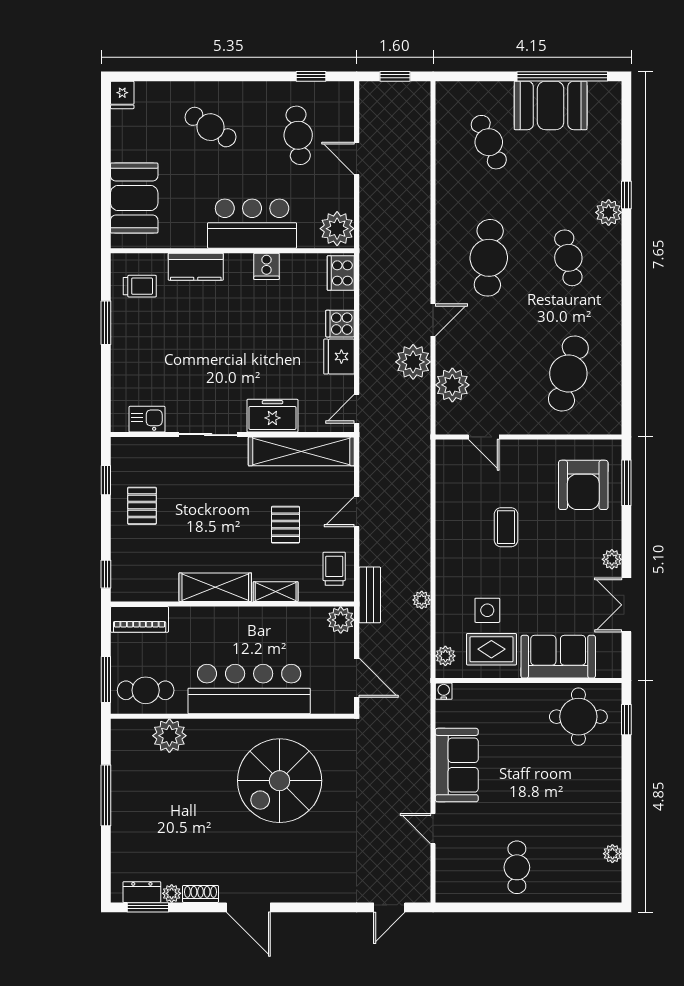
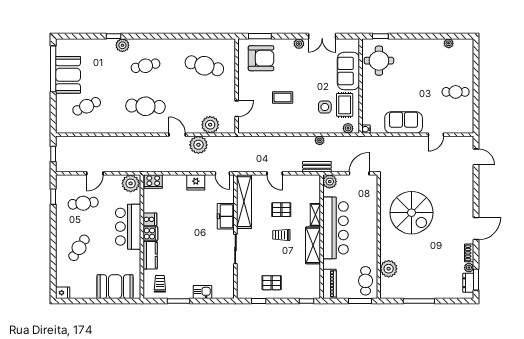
cooker: (340, 324) -> (150, 234), moved, turned -90
kitchen sink: (147, 419) -> (202, 292), moved, turned 90
trolley: (334, 569) -> (281, 235), moved
bar counter: (249, 689) -> (336, 228), moved, turned 180

